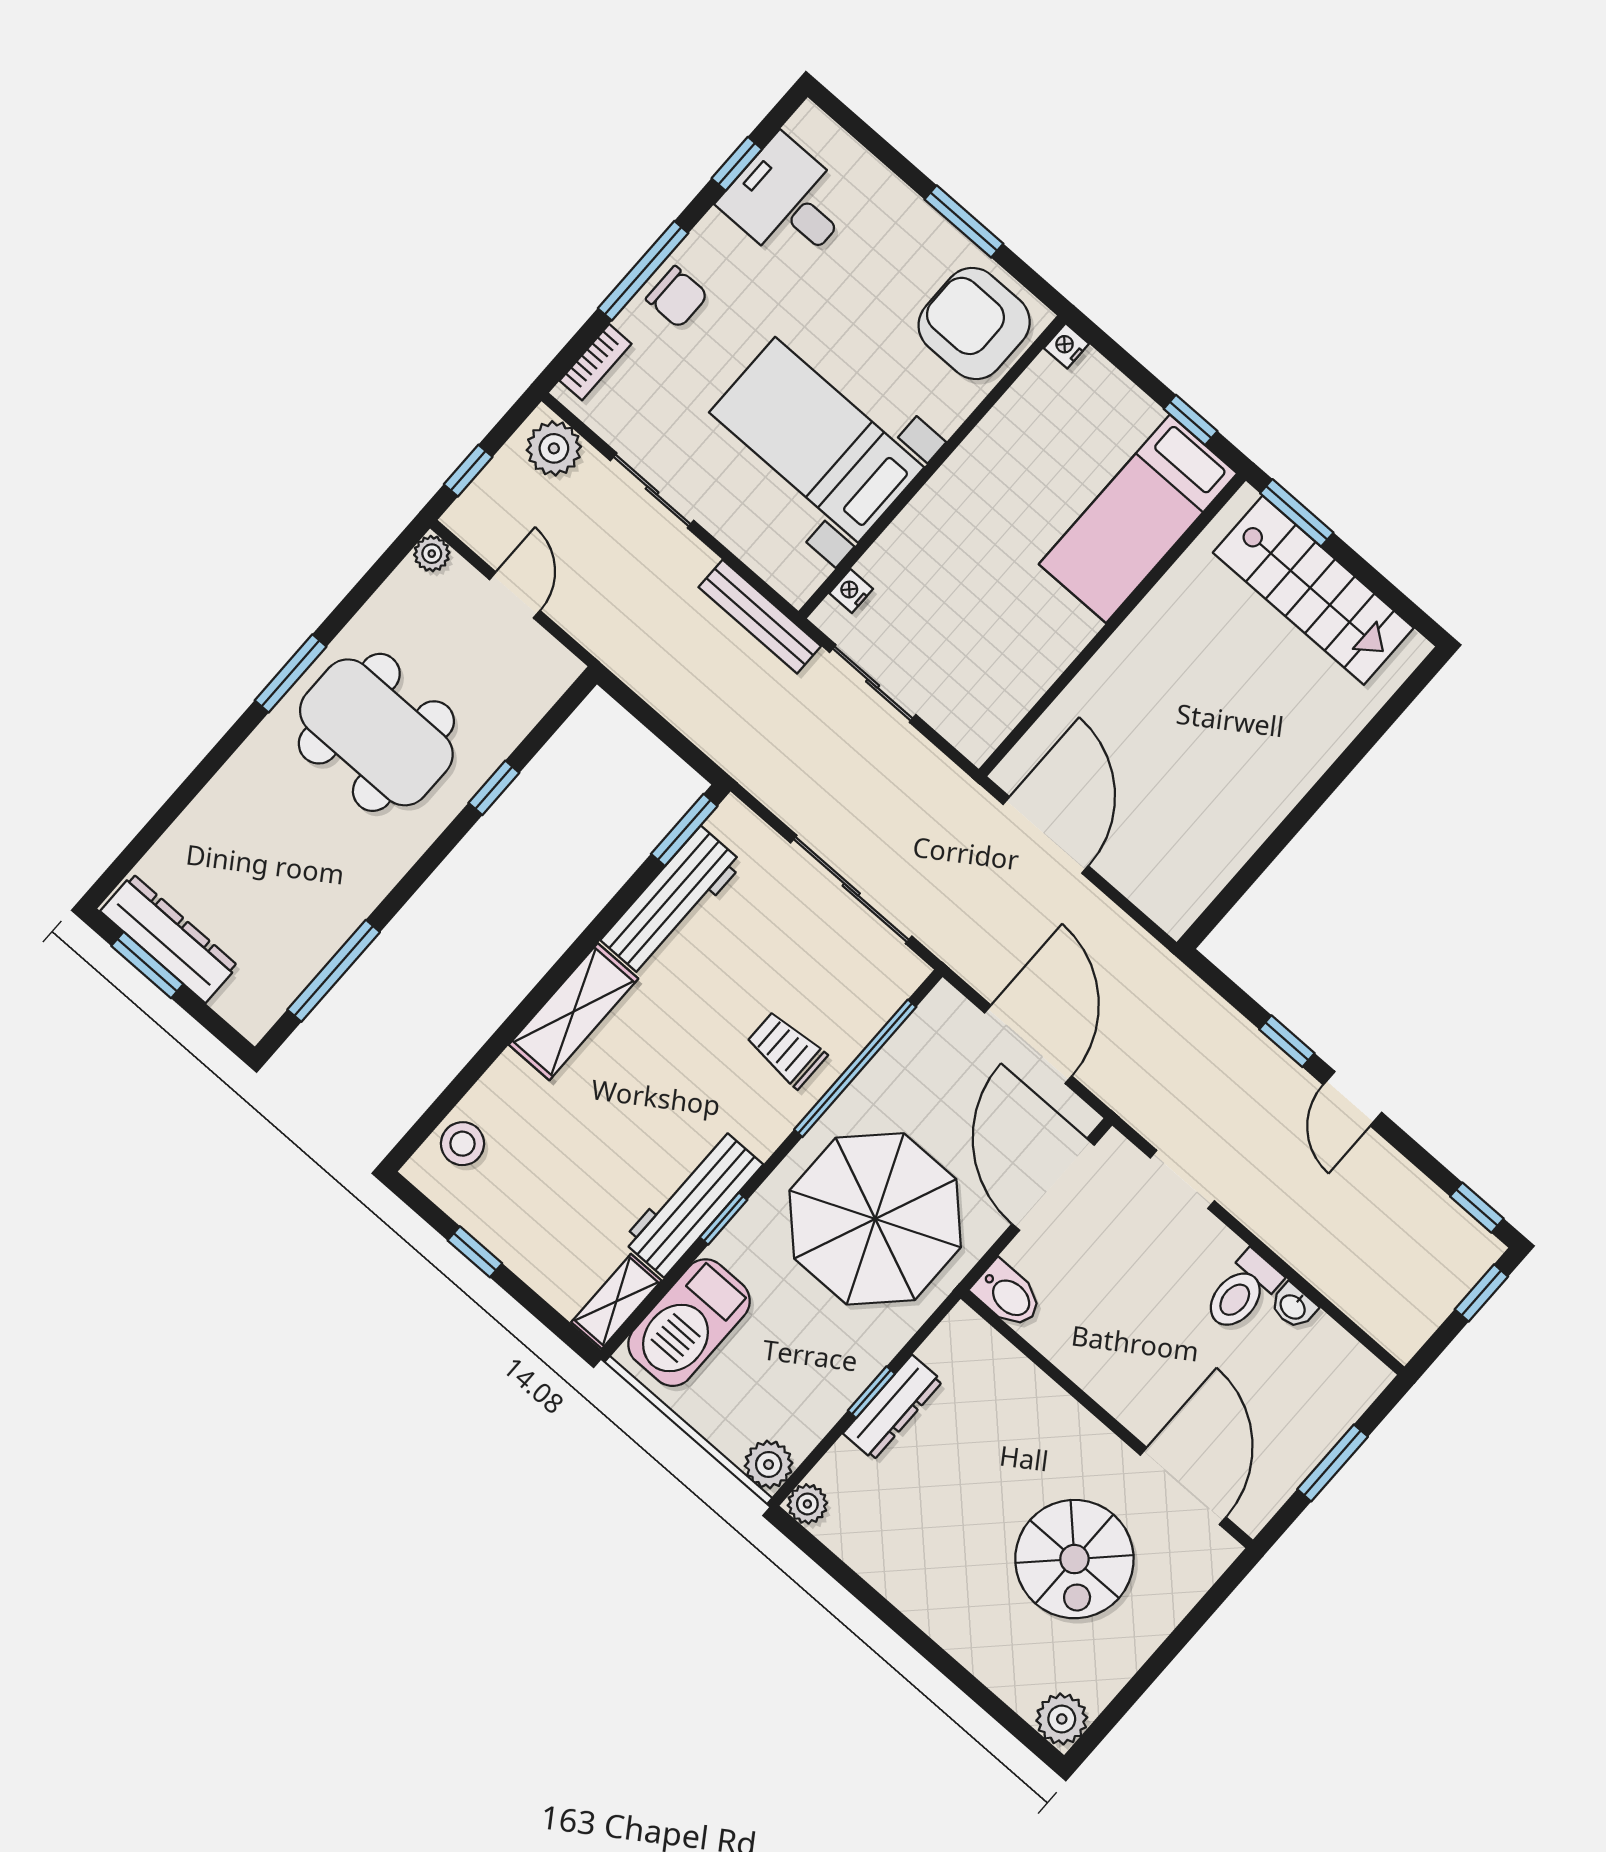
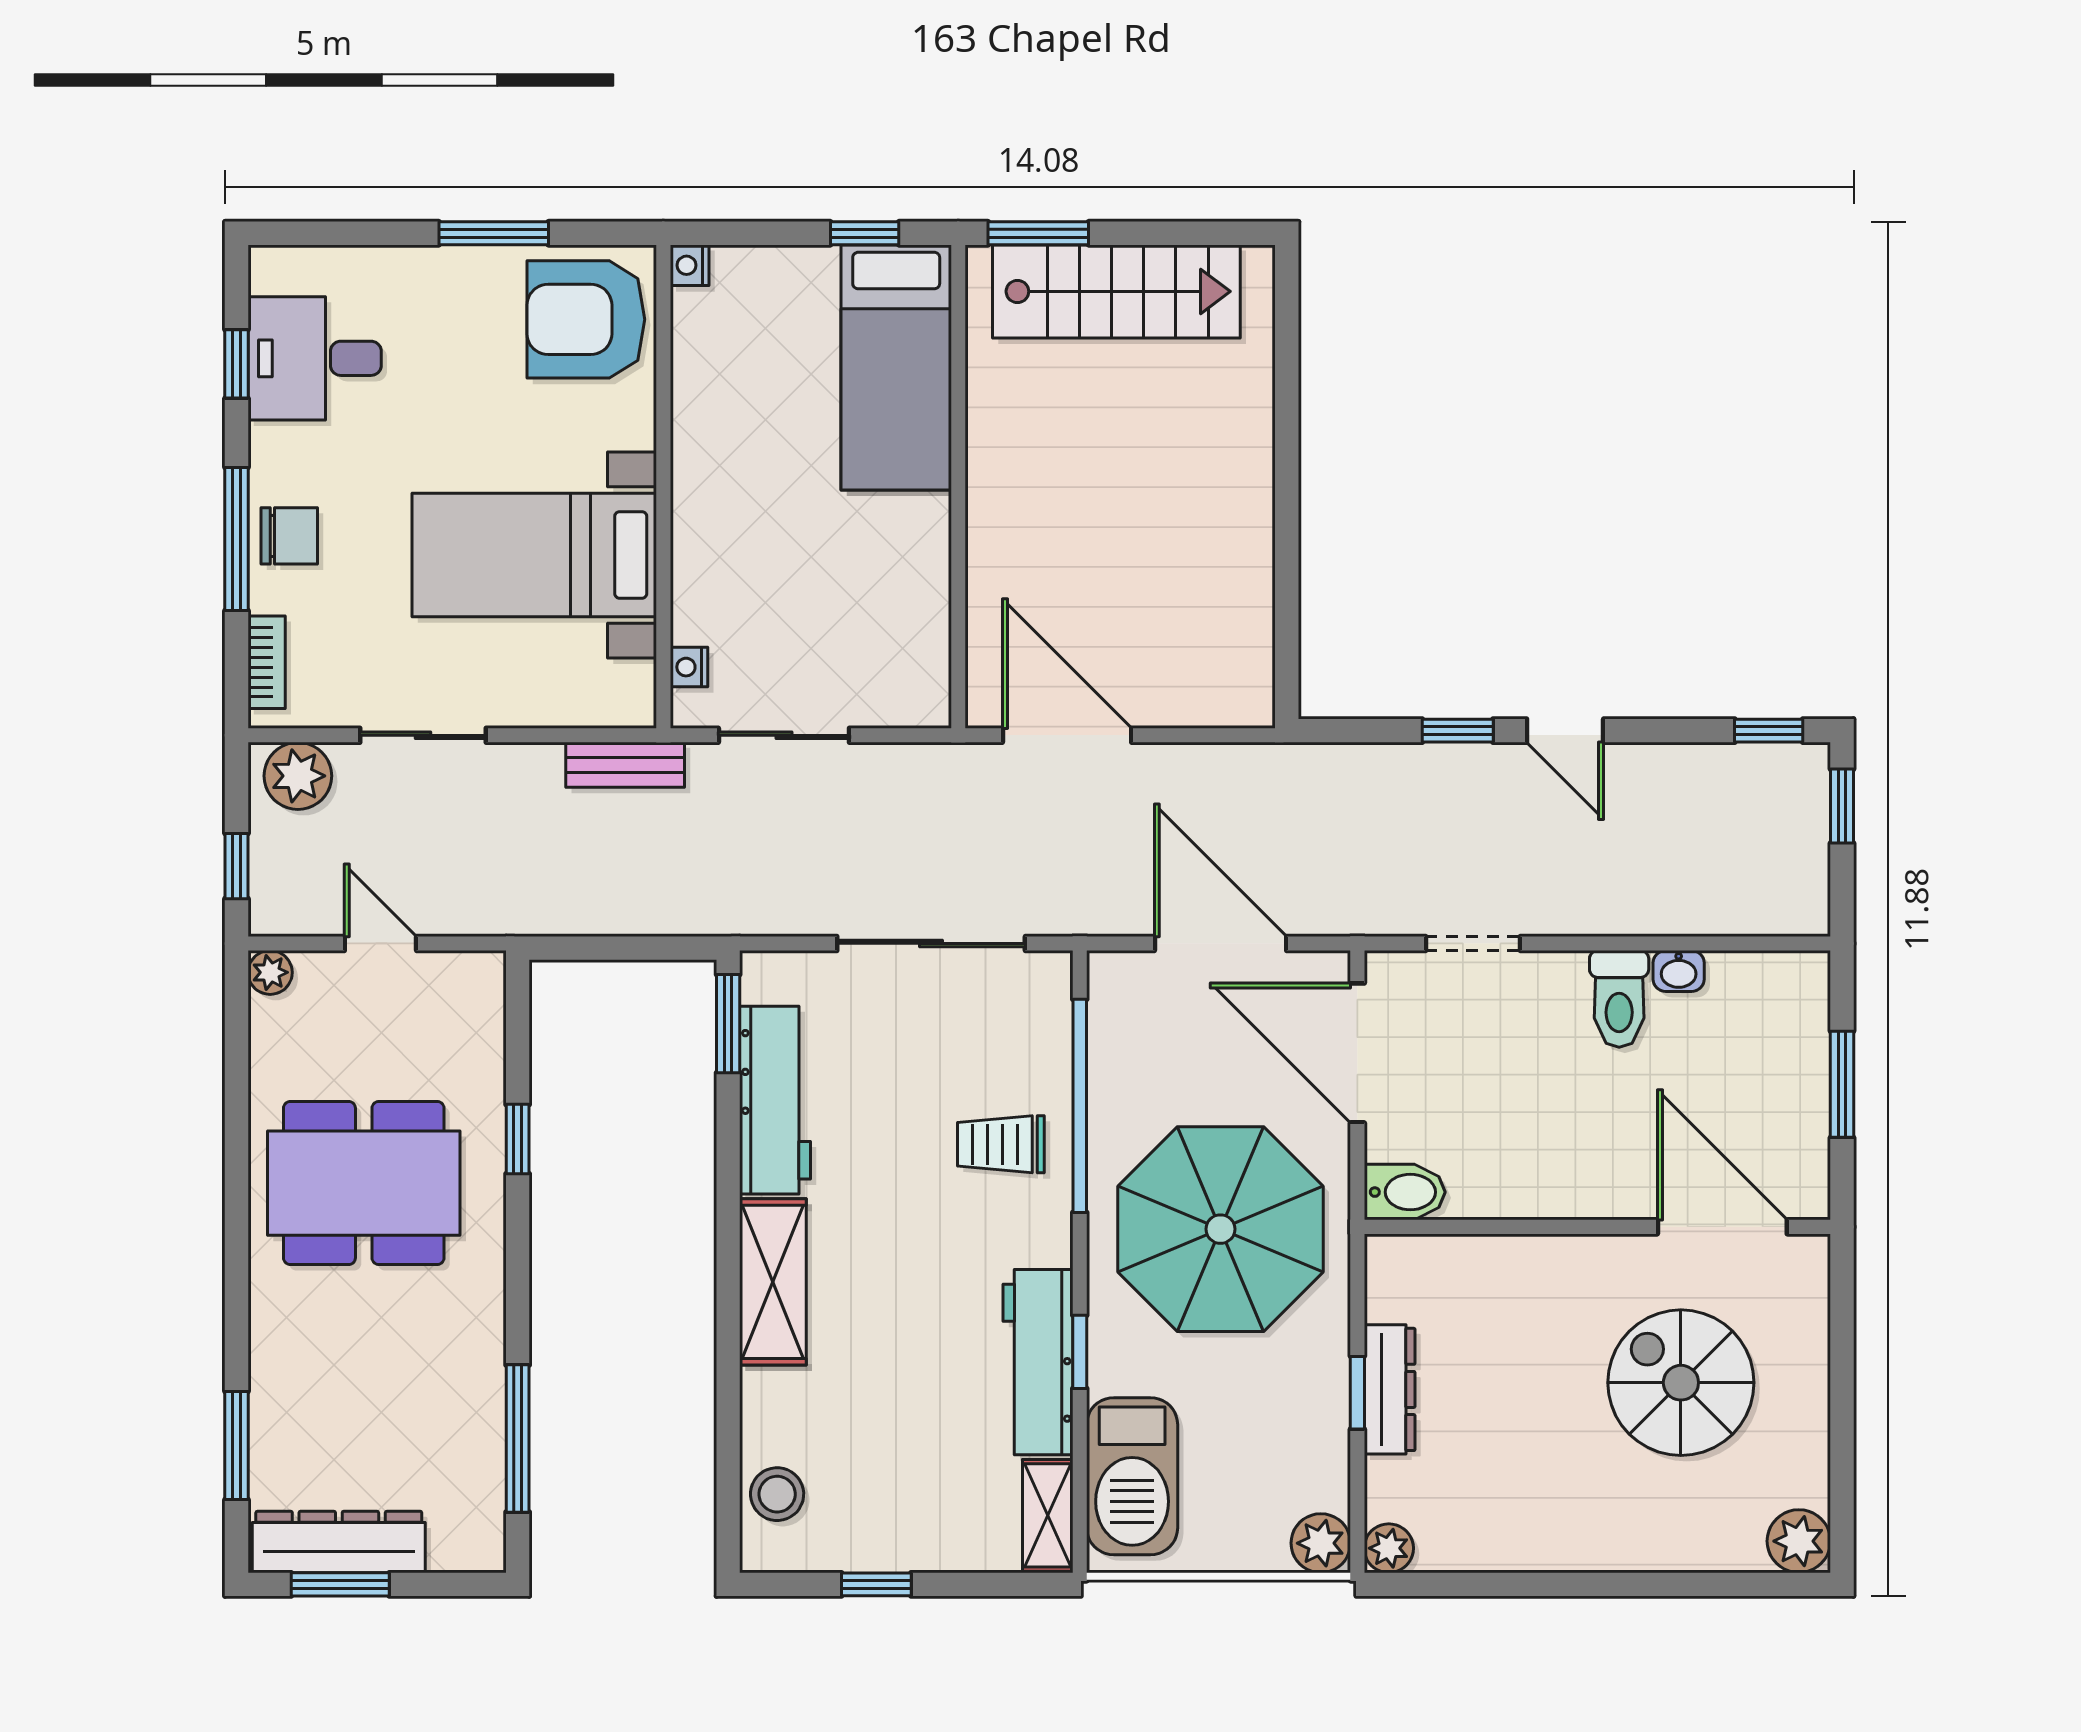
bench: (760, 617) -> (625, 765), width x0.73
window: (291, 673) -> (236, 1445), moved
spiral stairs: (1074, 1559) -> (1681, 1383), turned 180

